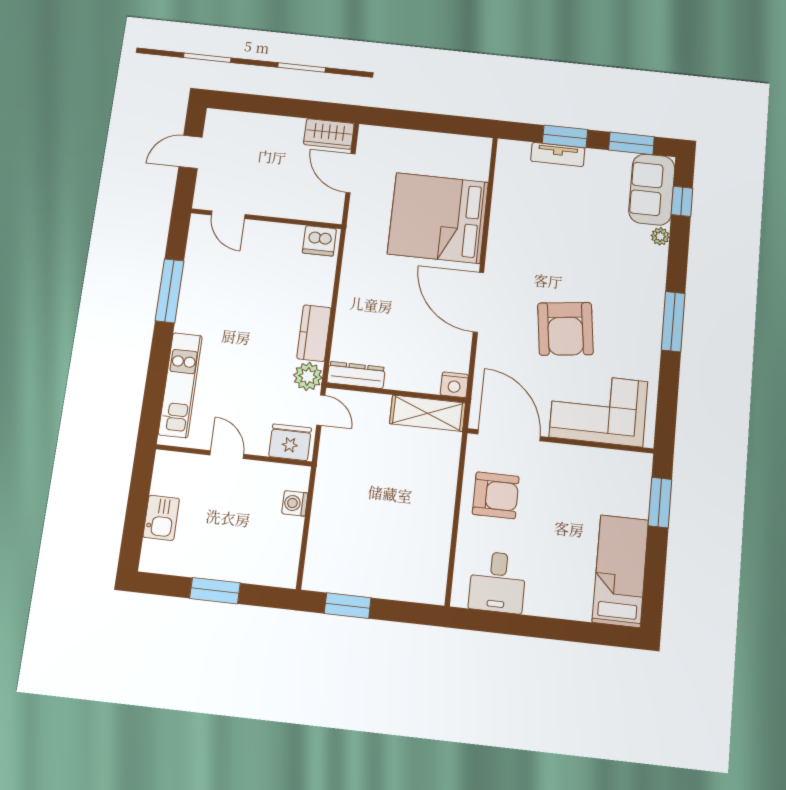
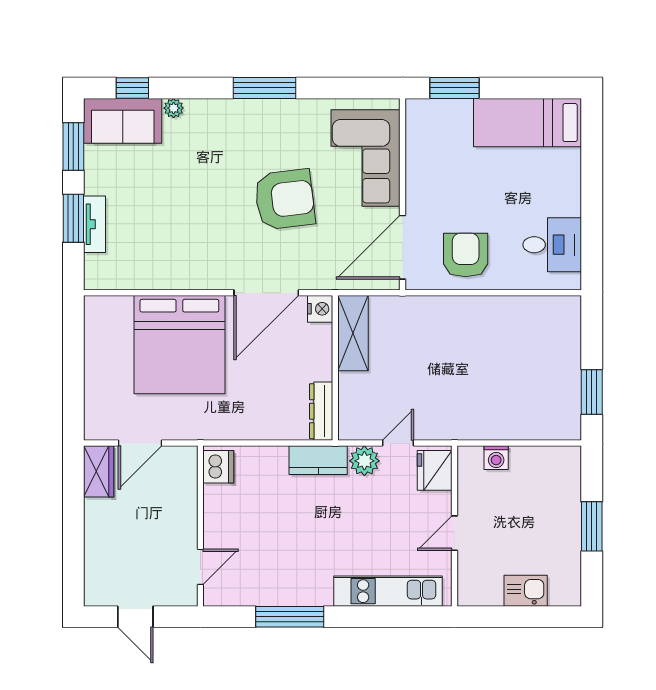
dresser: (356, 375) -> (321, 411), moved
nightstand: (454, 385) -> (320, 309), moved
wall: (396, 393) -> (335, 368), moved
shelving: (428, 413) -> (353, 333), moved

